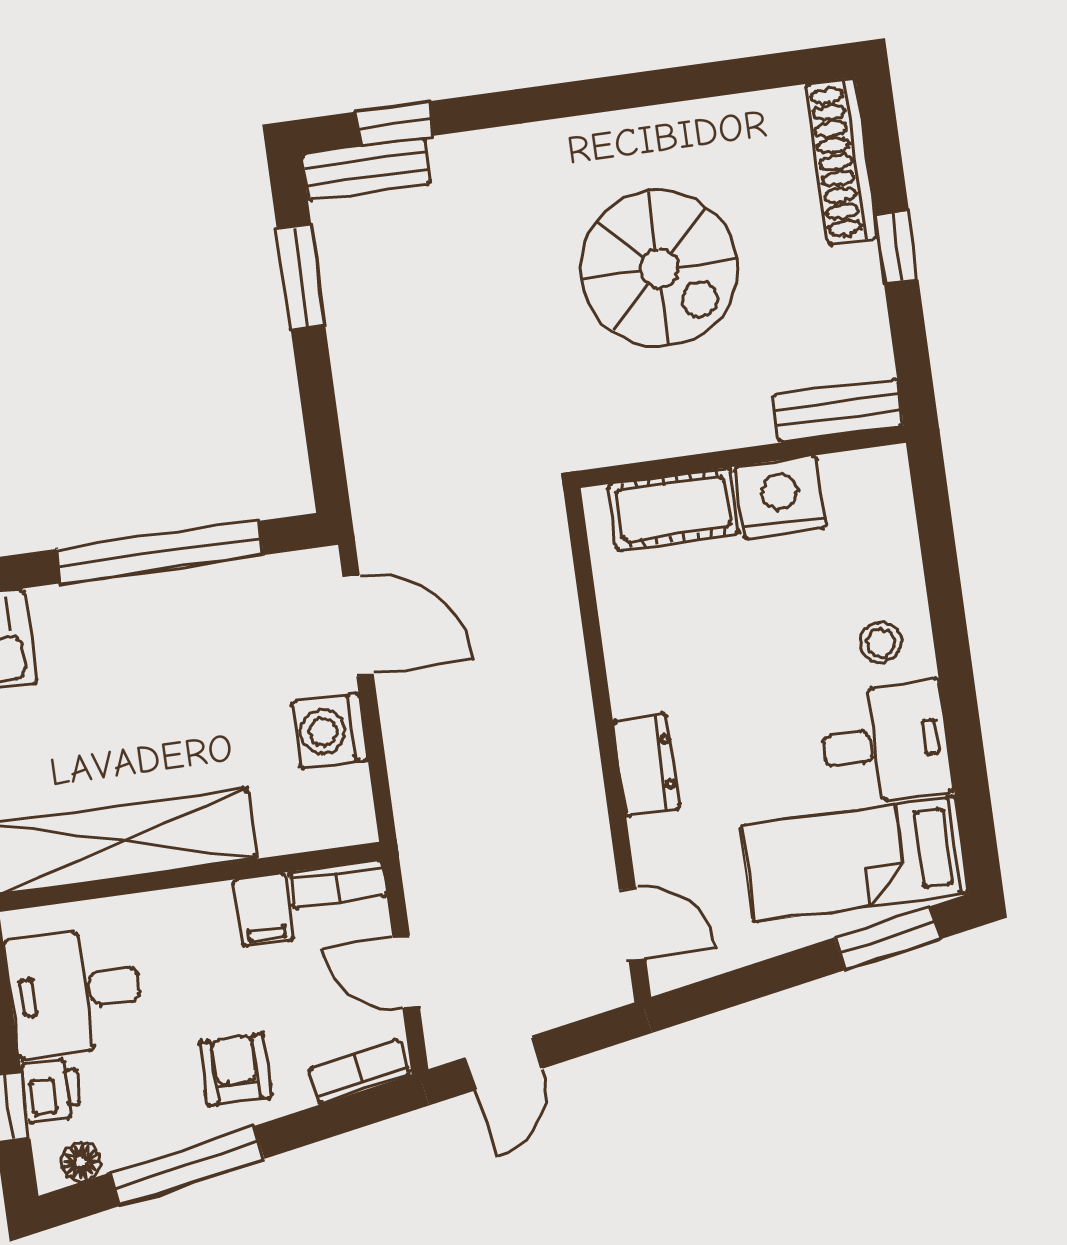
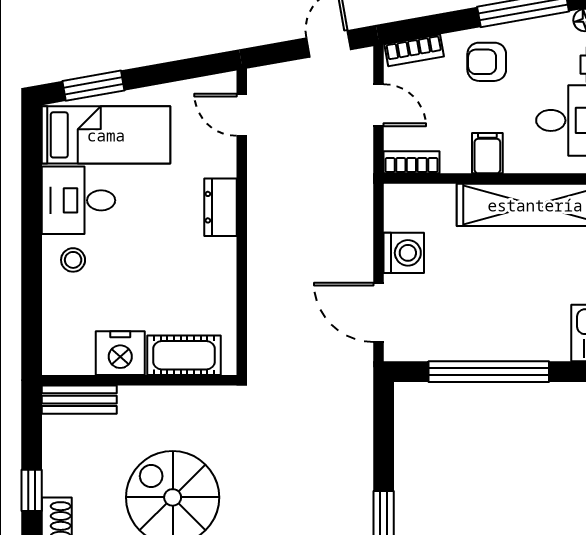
filing cabinet: (263, 910) -> (487, 153), moved
armchair: (235, 1069) -> (487, 62), turned 90

